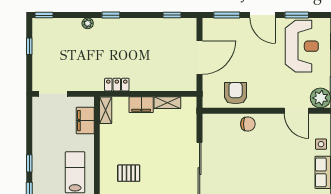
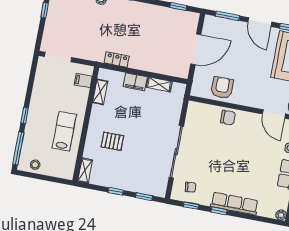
shelving: (106, 110) -> (100, 92), moved
filing cabinet: (85, 121) -> (83, 80), width x0.50

